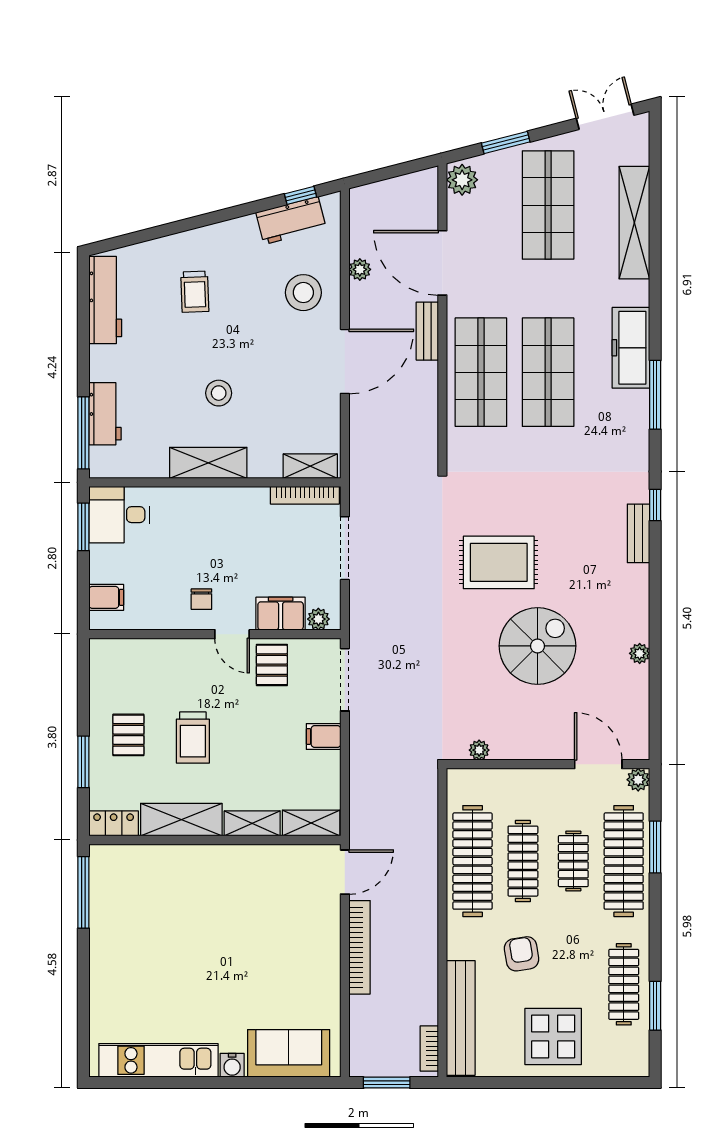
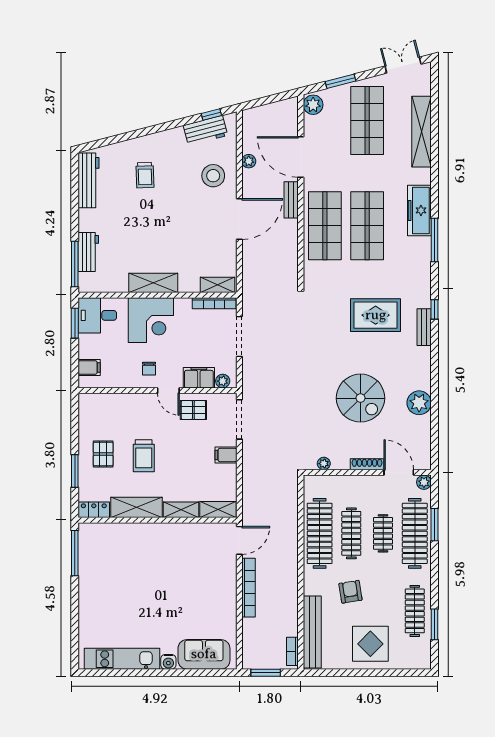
stool: (219, 393) -> (160, 239), removed
corner desk: (204, 522) -> (151, 320), added
rug: (499, 562) -> (376, 315), moved
spiral stairs: (538, 646) -> (361, 398), turned 90
plant: (640, 653) -> (419, 403), width x1.87, depth x1.87
pallet: (272, 665) -> (193, 410), turned 90
shoe rack: (548, 751) -> (367, 464), added

